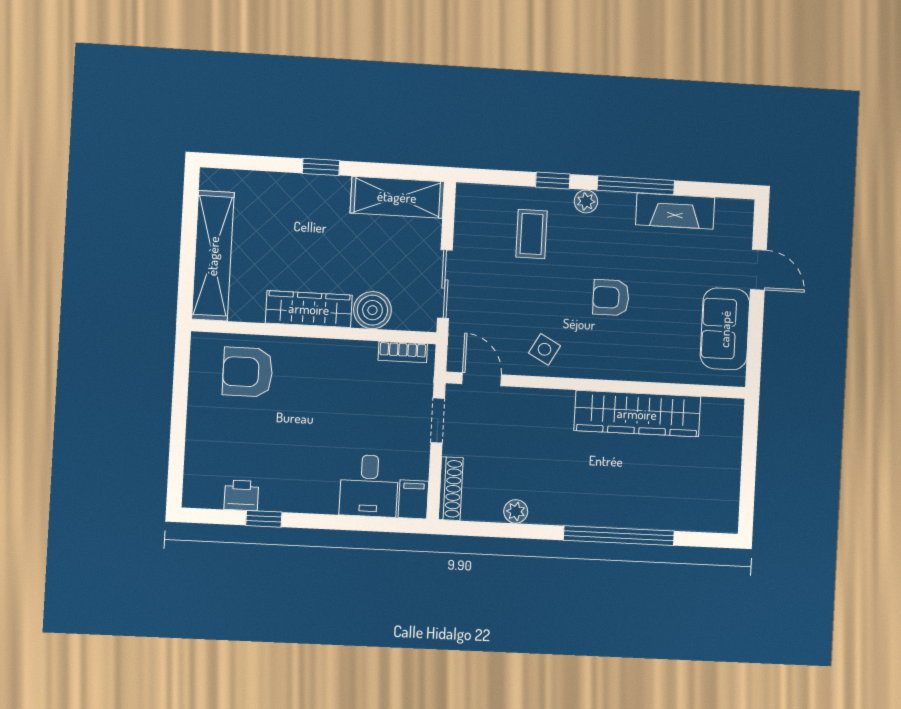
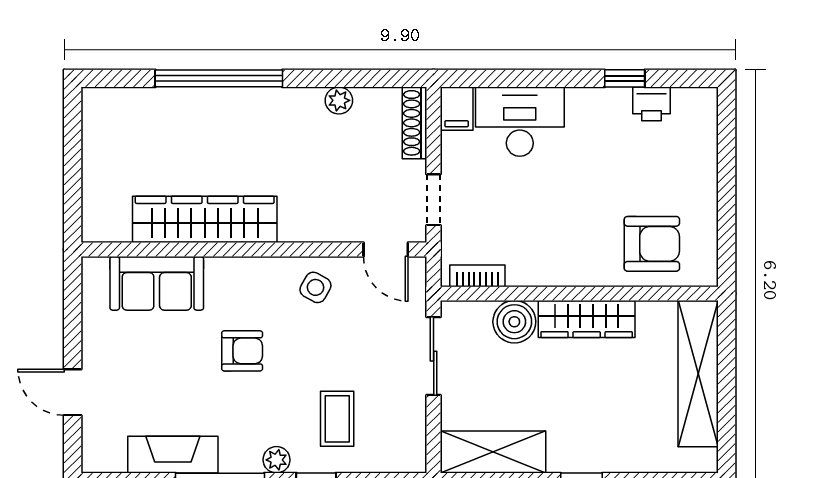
sofa: (725, 329) -> (157, 283), moved, turned 90
desk: (369, 486) -> (520, 122), width x1.37

